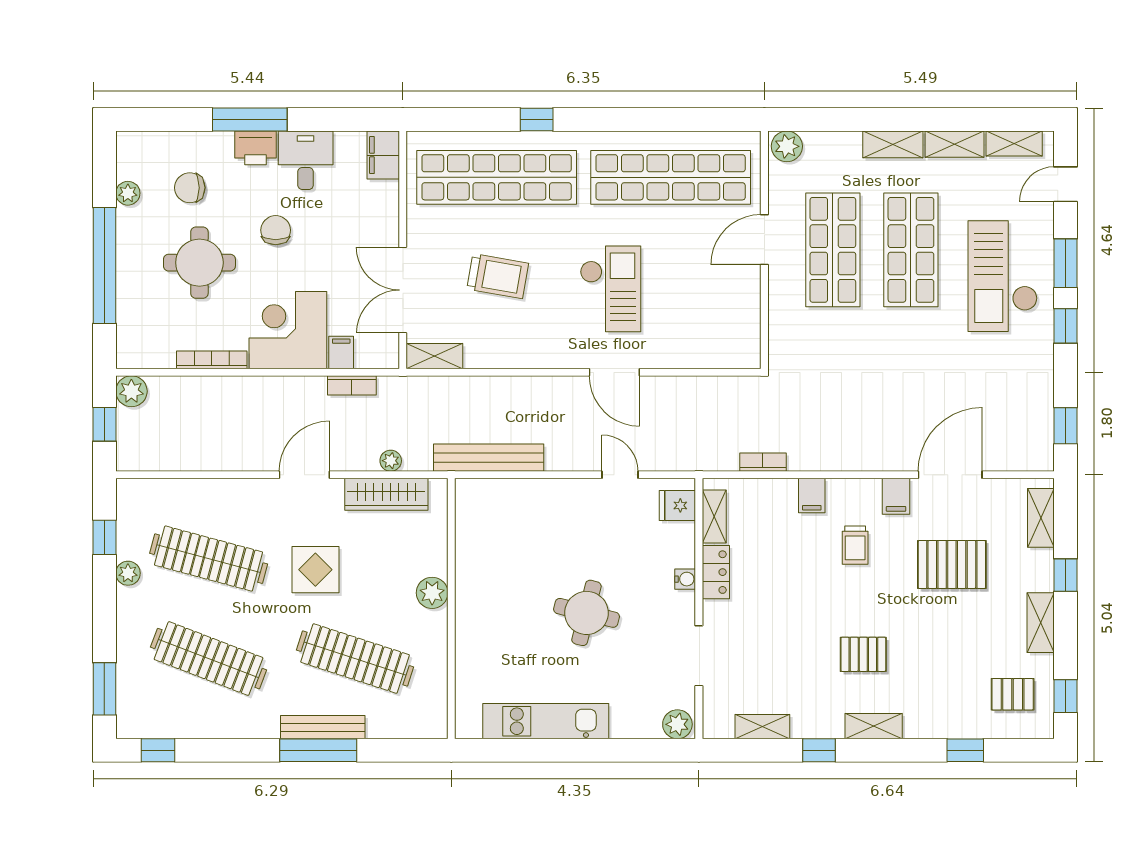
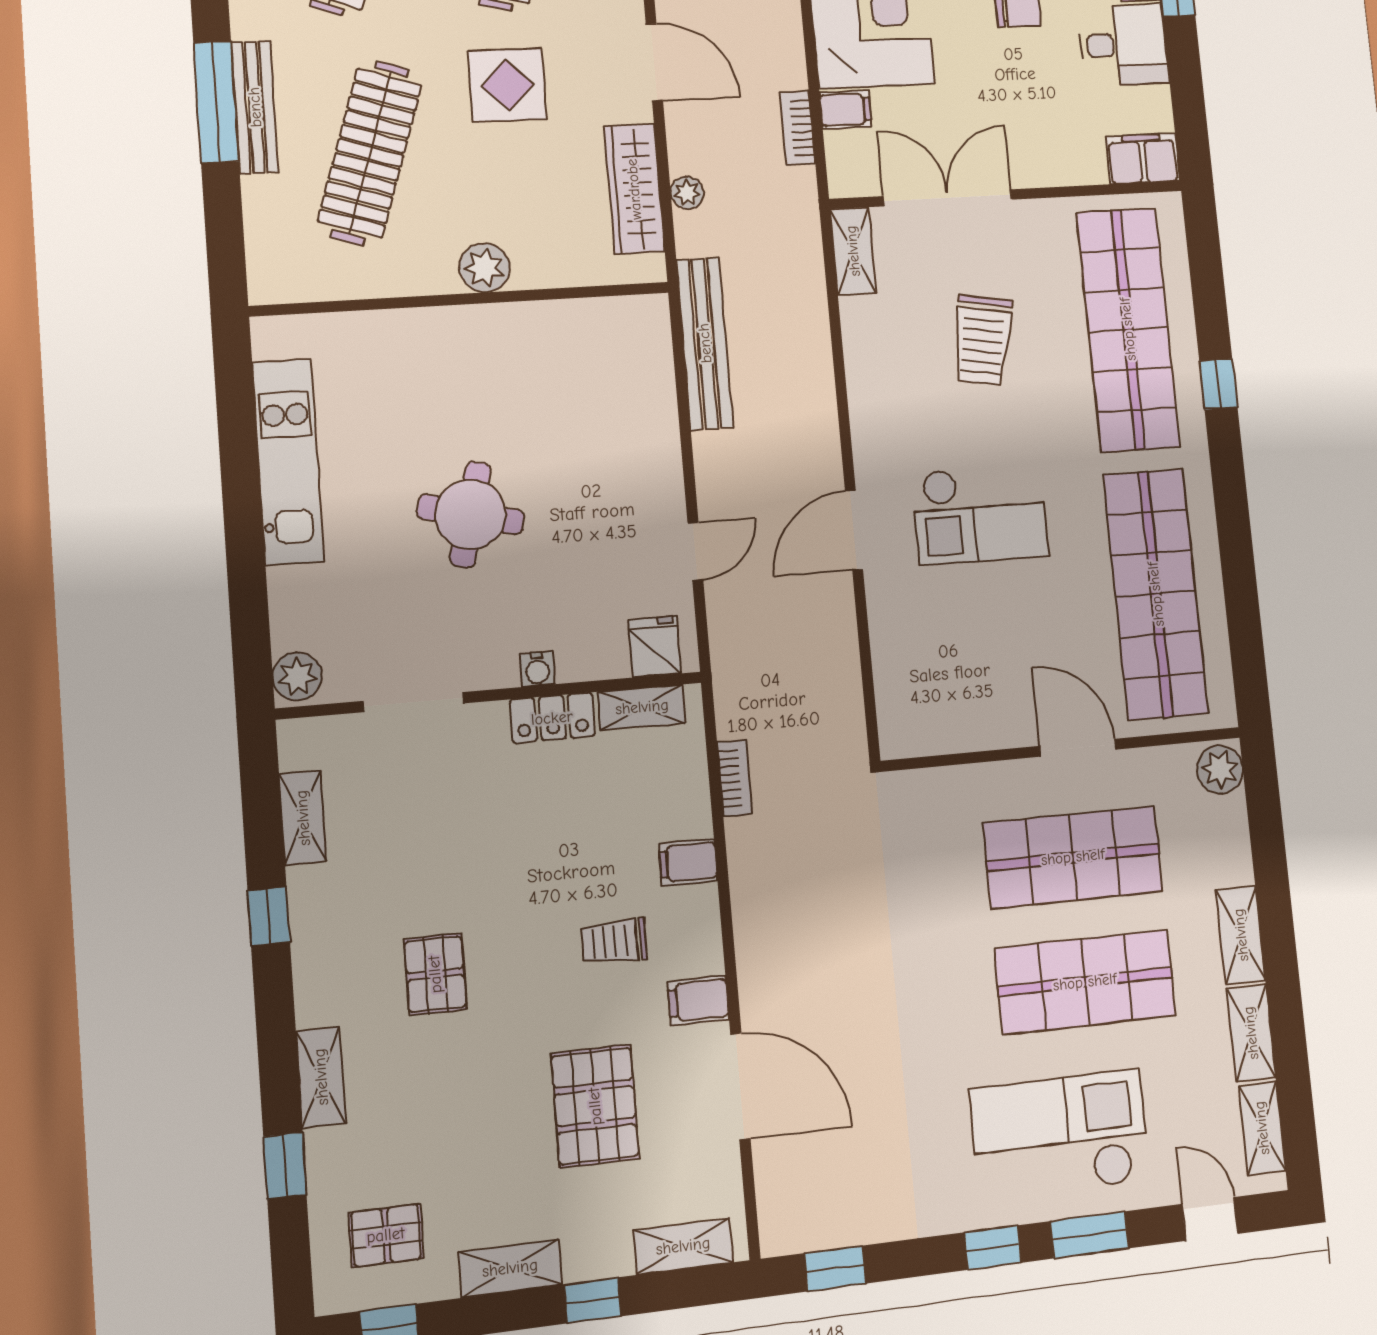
pallet: (1013, 694) -> (386, 1235), turned 90
shelving: (874, 726) -> (321, 1077), moved

